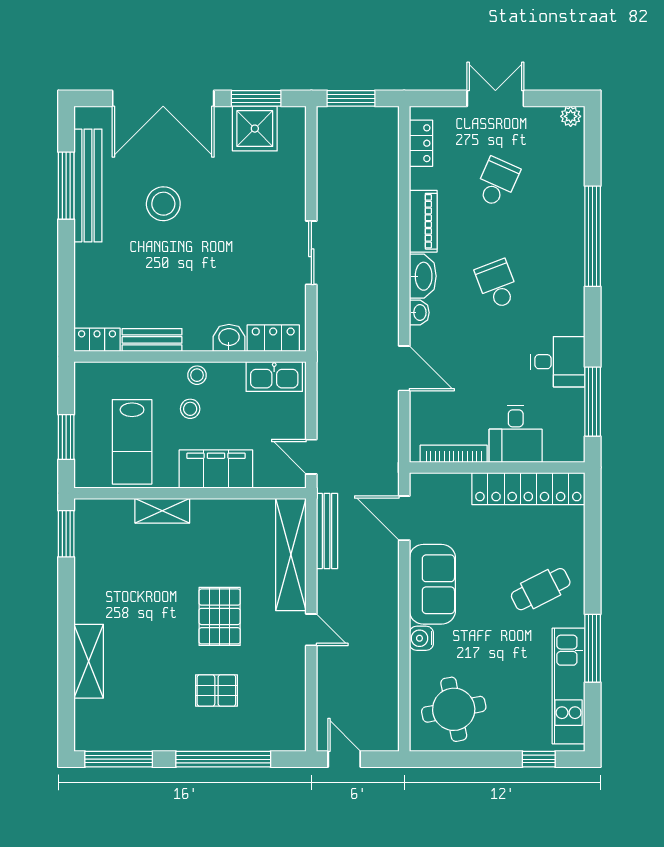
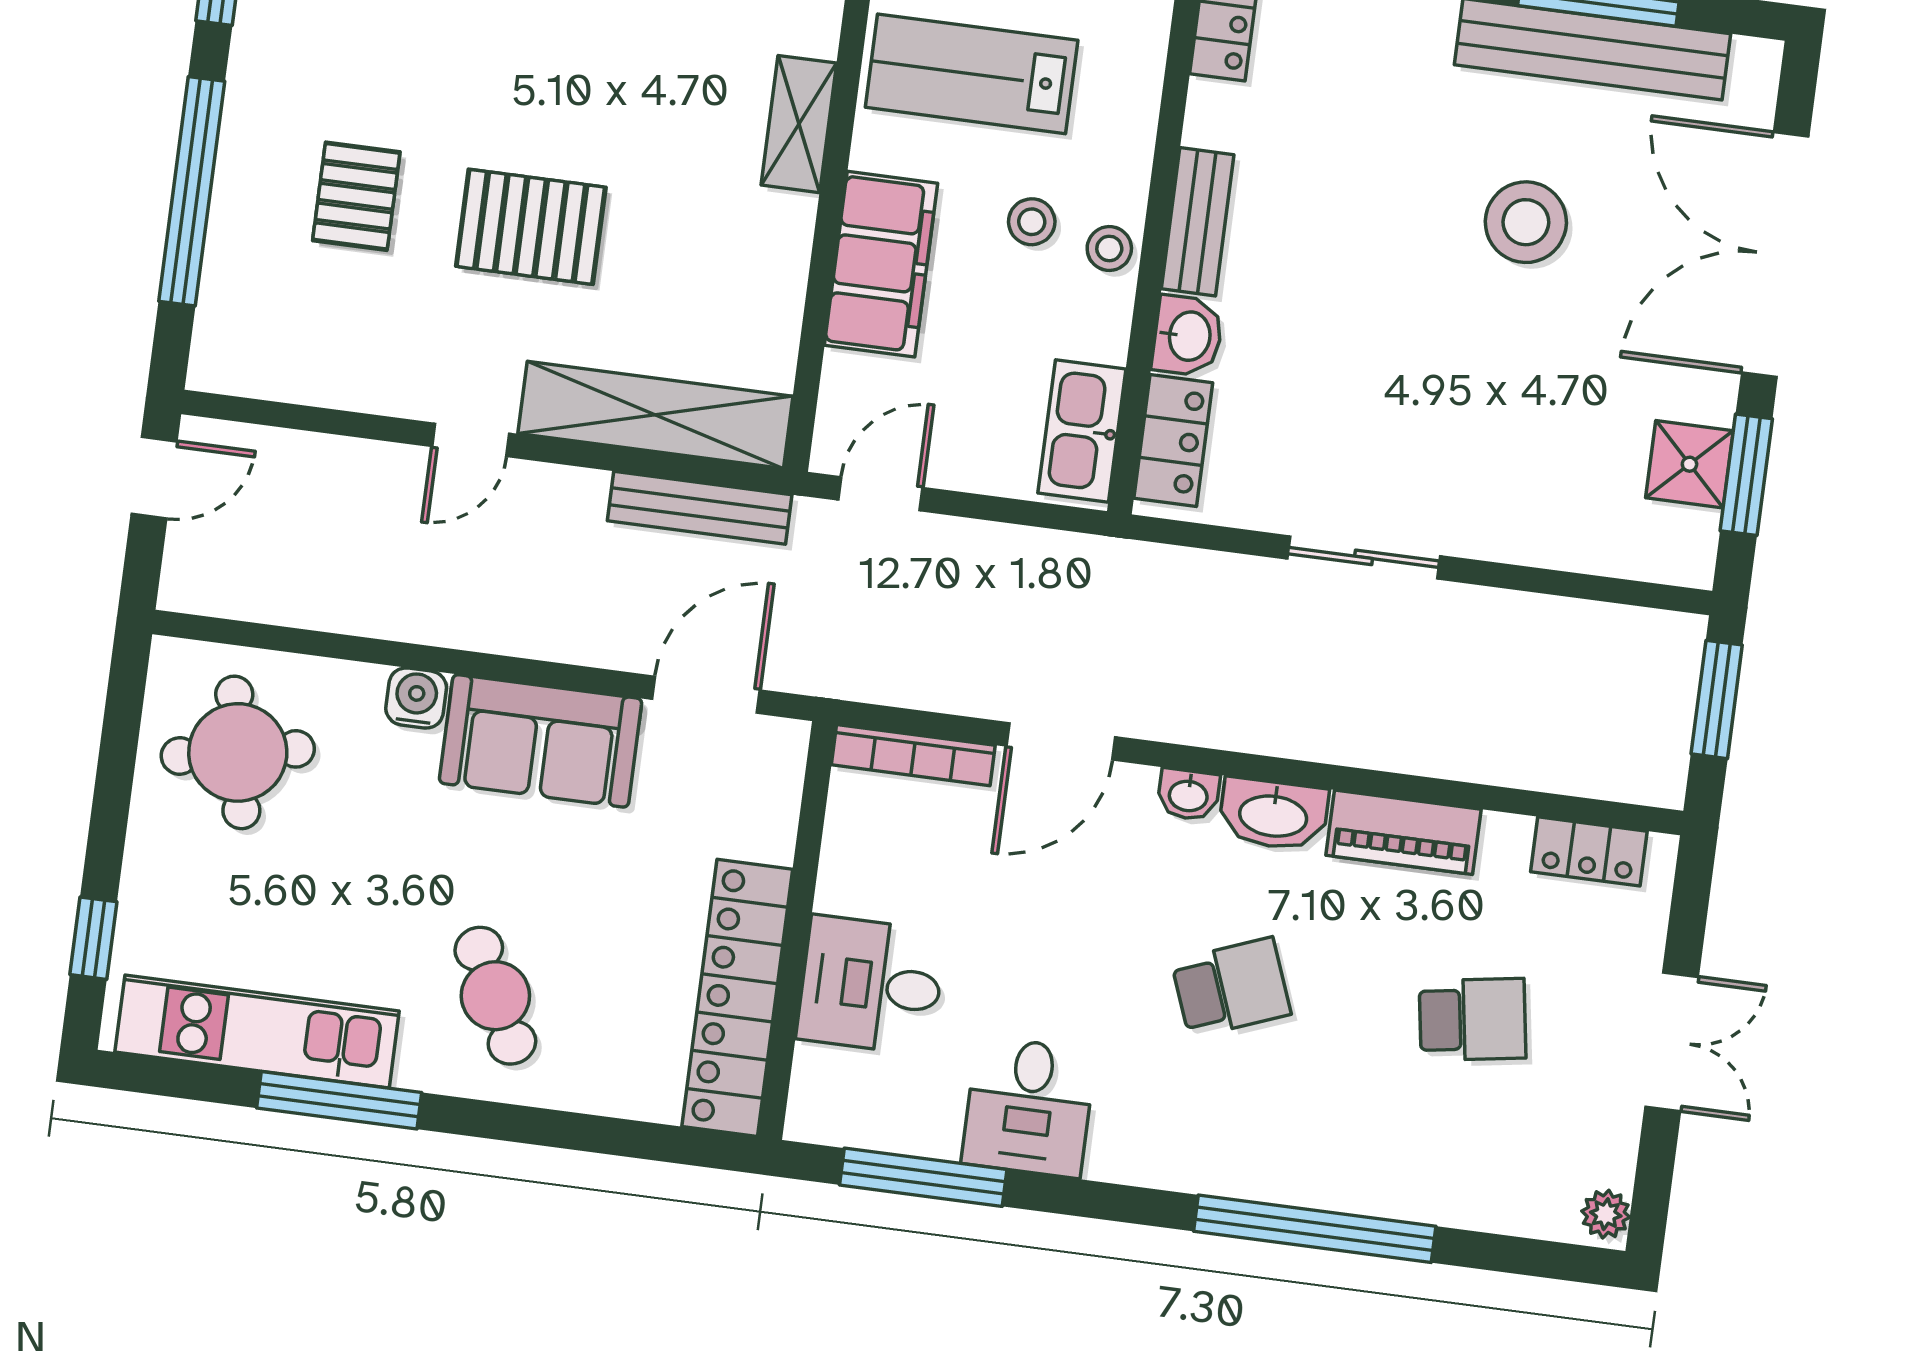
shower: (255, 129) -> (1689, 464), width x0.73, depth x0.73
school desk: (497, 182) -> (1473, 1019), turned -33
bench: (152, 340) -> (1198, 222), moved
bookcase: (454, 454) -> (913, 755), moved, turned 90

